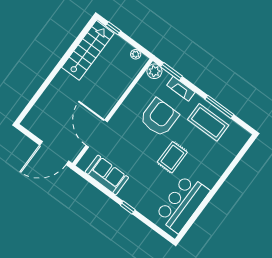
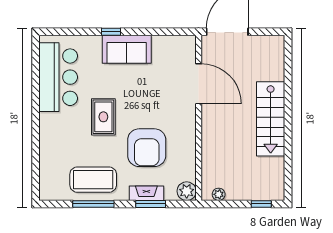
stairs: (88, 50) -> (271, 119), moved
window: (172, 71) -> (151, 204), moved
sofa: (107, 175) -> (127, 49), moved

